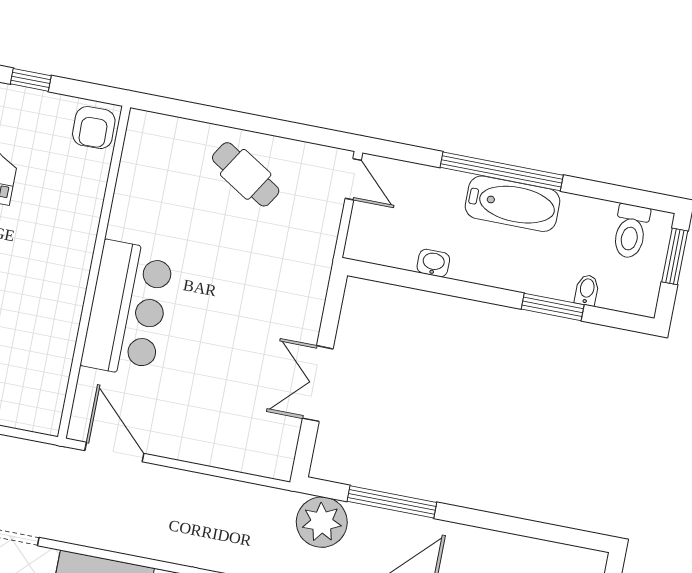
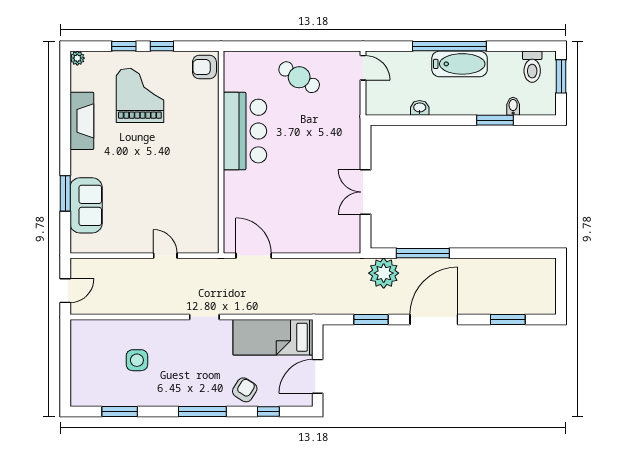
armchair: (94, 128) -> (204, 67), turned 91
bar counter: (128, 309) -> (245, 131), moved

